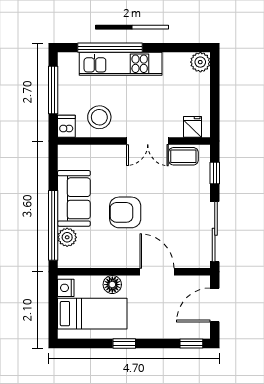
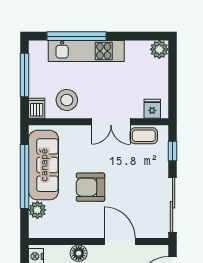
sofa: (74, 198) -> (44, 165), width x1.36
window: (53, 225) -> (25, 176), moved

